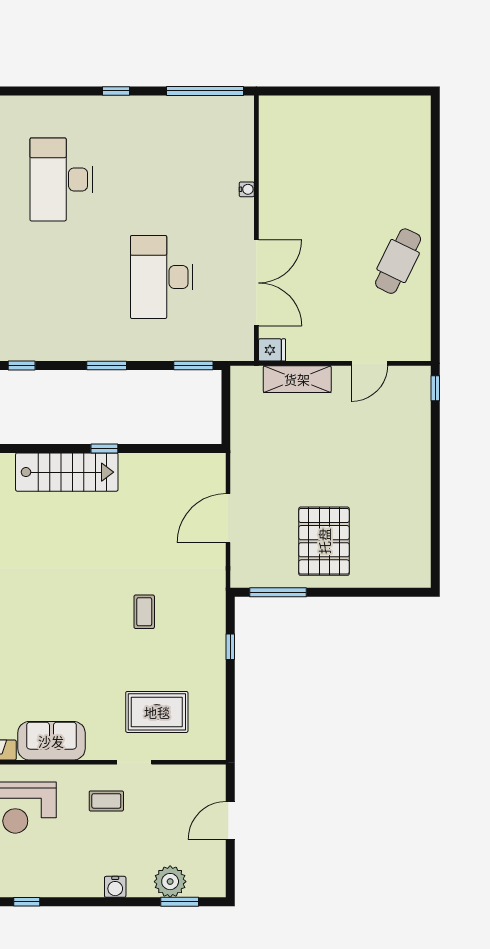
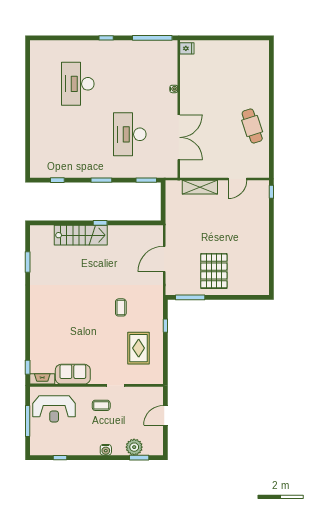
cafe table: (398, 261) -> (252, 126), turned -44
fridge: (272, 350) -> (187, 48), moved
rug: (157, 712) -> (139, 348), moved, turned 90

